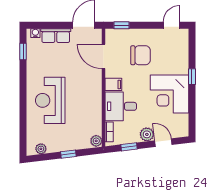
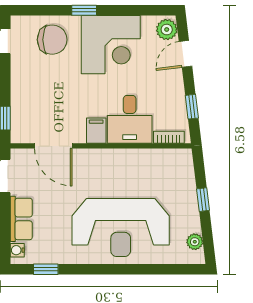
chair: (141, 55) -> (52, 40), moved, turned 90
door: (103, 56) -> (53, 146), hinge flipped
reception desk: (50, 100) -> (121, 228), width x1.36, depth x1.30
plant: (147, 134) -> (167, 30), moved
plant: (96, 141) -> (183, 157), removed

